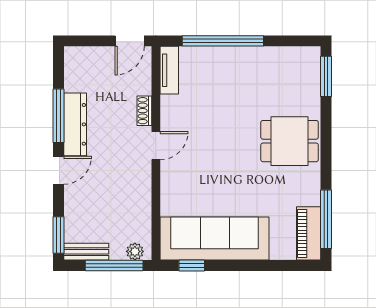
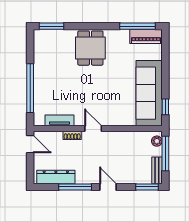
tv unit: (169, 70) -> (60, 120), moved
dresser: (75, 124) -> (56, 177), moved

